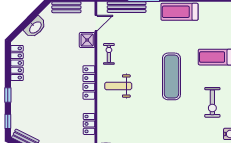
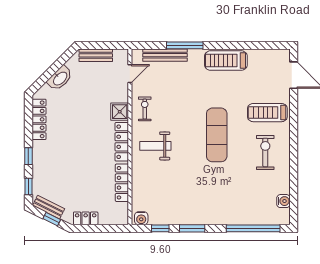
shower: (87, 40) -> (120, 112), moved
exercise bike: (212, 102) -> (265, 153), moved, turned 180
locker: (89, 124) -> (122, 183), width x1.53

